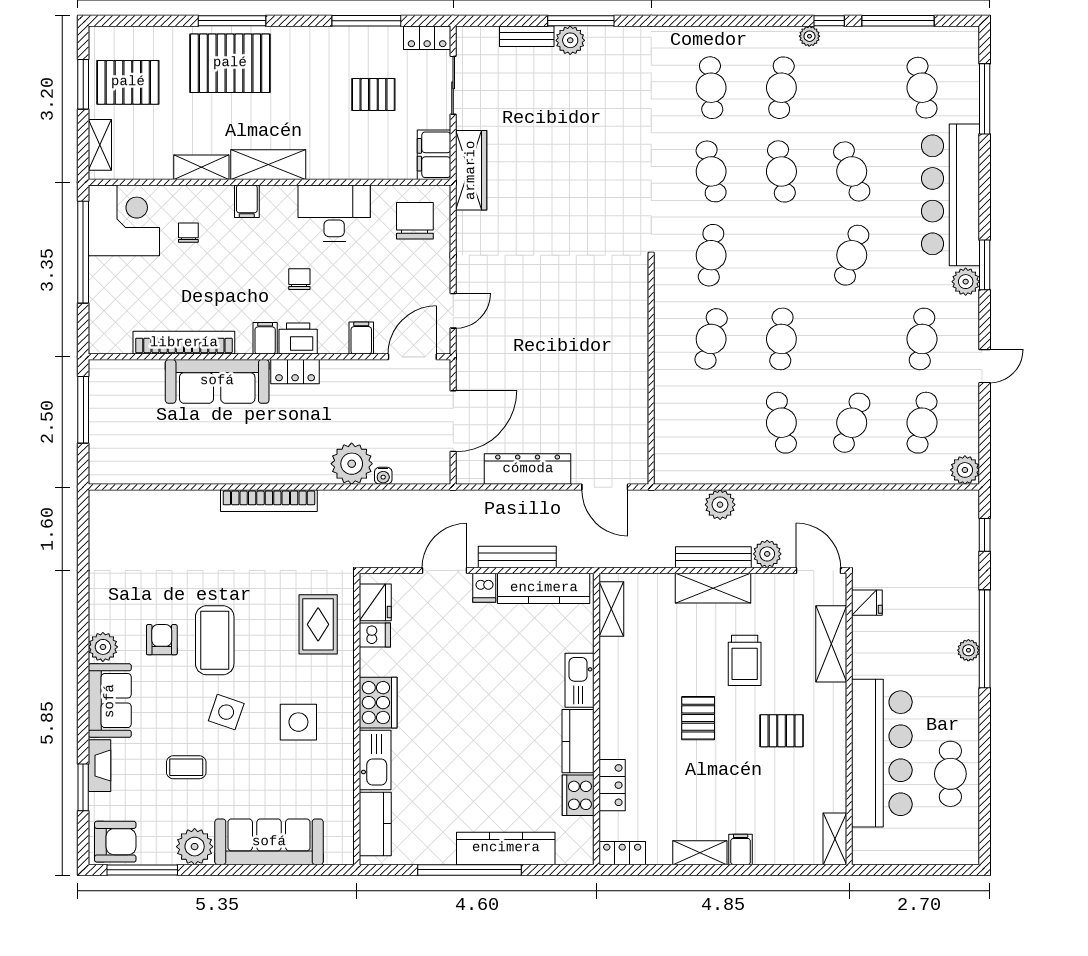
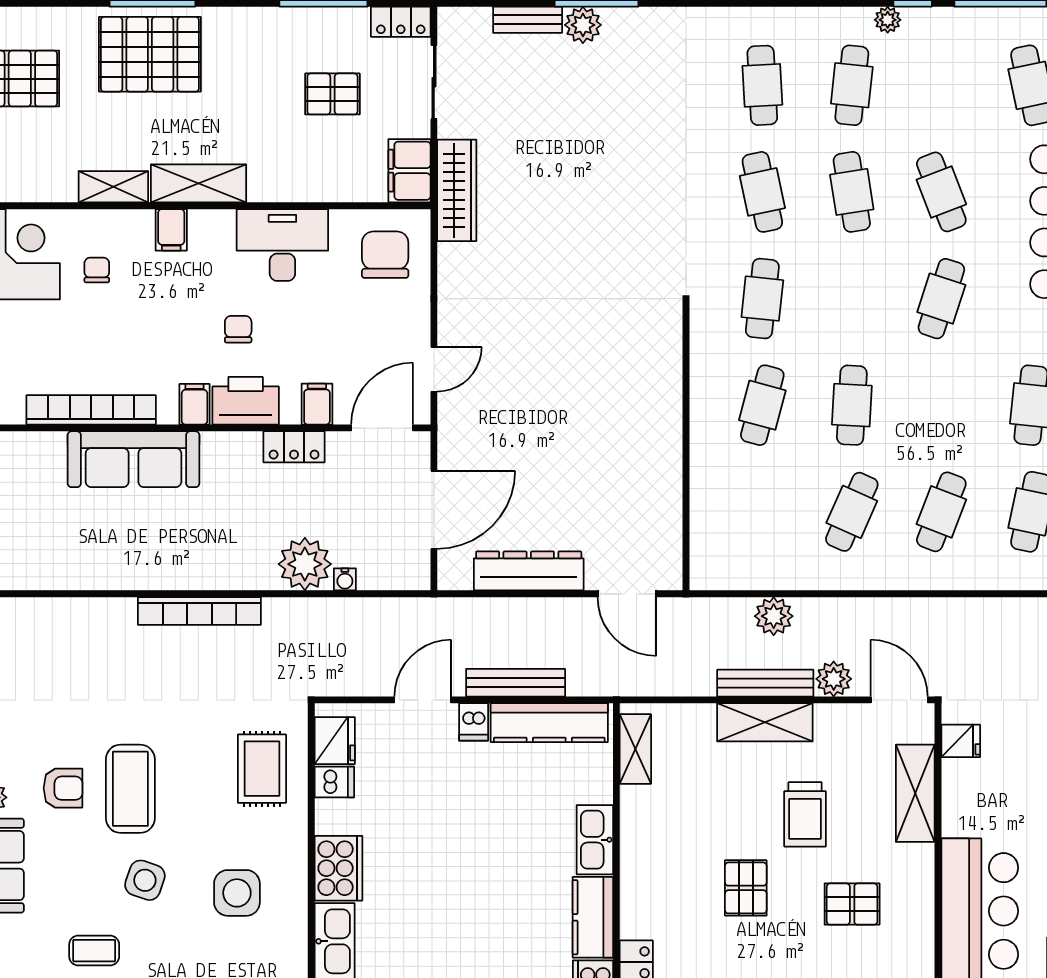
printer: (298, 338) -> (246, 401), width x1.37, depth x1.19
locker: (295, 372) -> (294, 447), moved
cafe table: (781, 423) -> (852, 512), turned 36
armchair: (162, 640) -> (63, 788), turned 90

